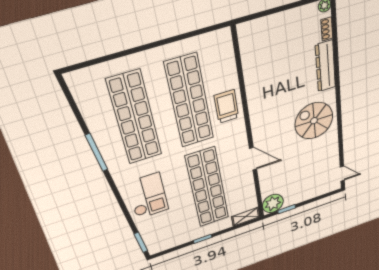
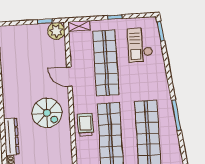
trolley: (226, 106) -> (85, 125), turned 180
spiral stairs: (314, 121) -> (47, 113), moved
checkout: (148, 196) -> (140, 45), moved

